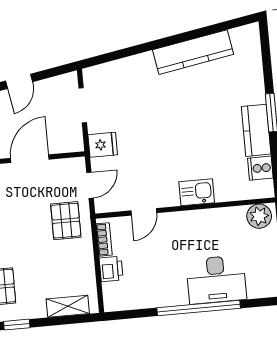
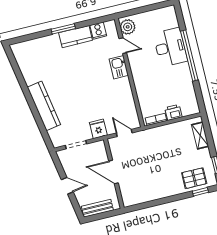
kitchen counter: (193, 52) -> (44, 106), moved
door: (144, 212) -> (123, 46), moved
pallet: (66, 221) -> (148, 144), removed

